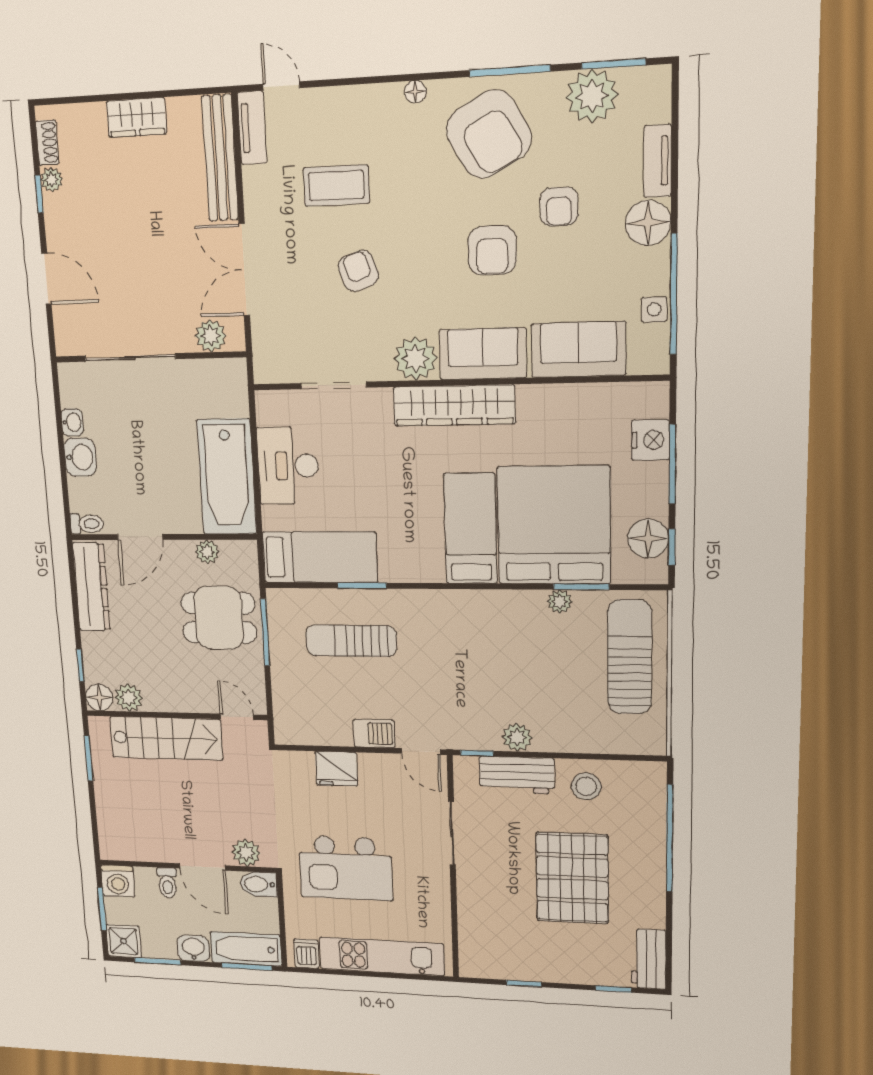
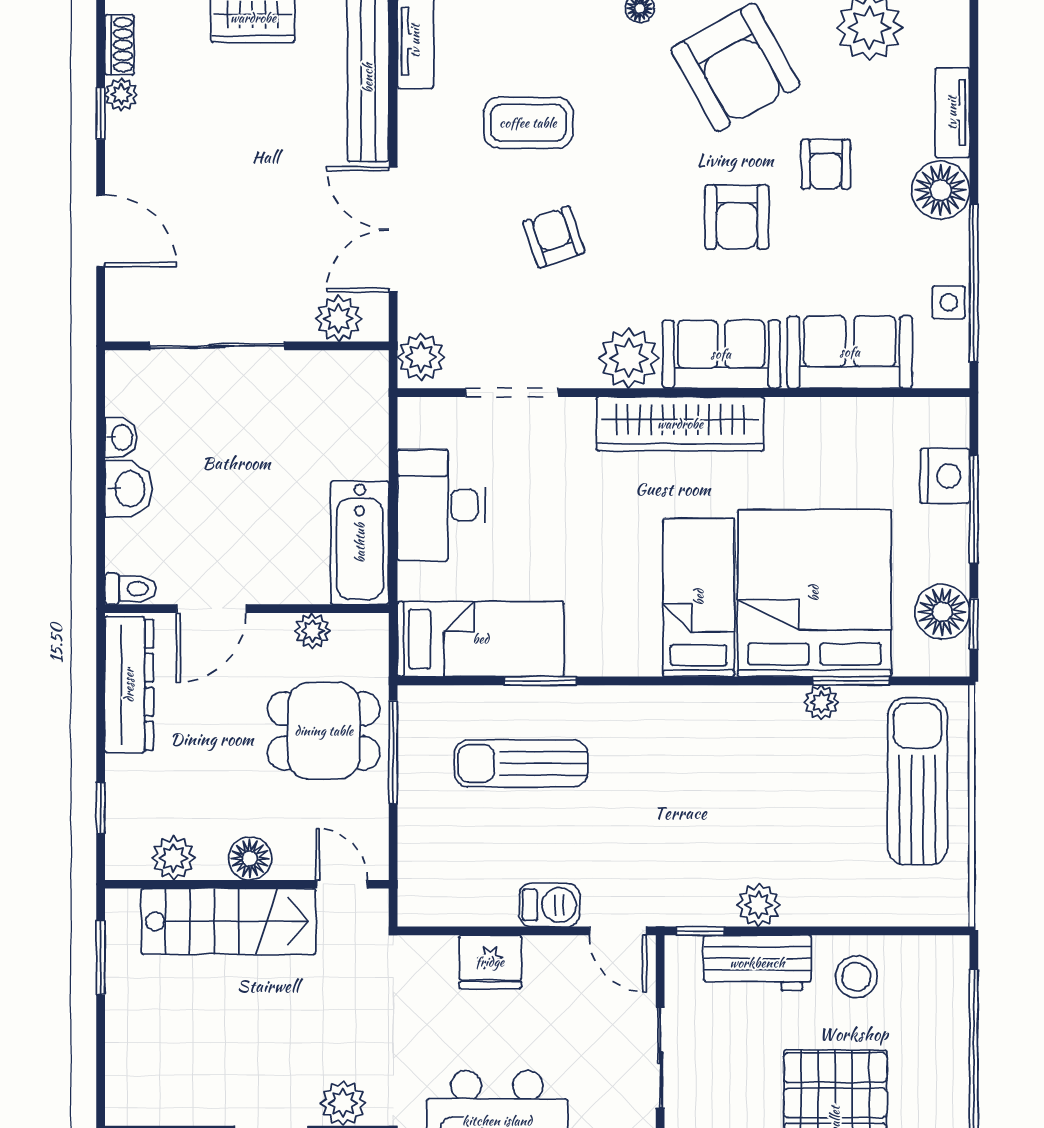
plant: (269, 362) -> (421, 357), added
bathtub: (227, 477) -> (360, 543), width x0.73, depth x0.73
floor lamp: (99, 697) -> (250, 858), moved

